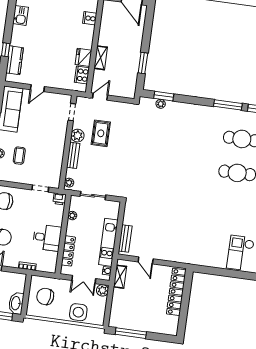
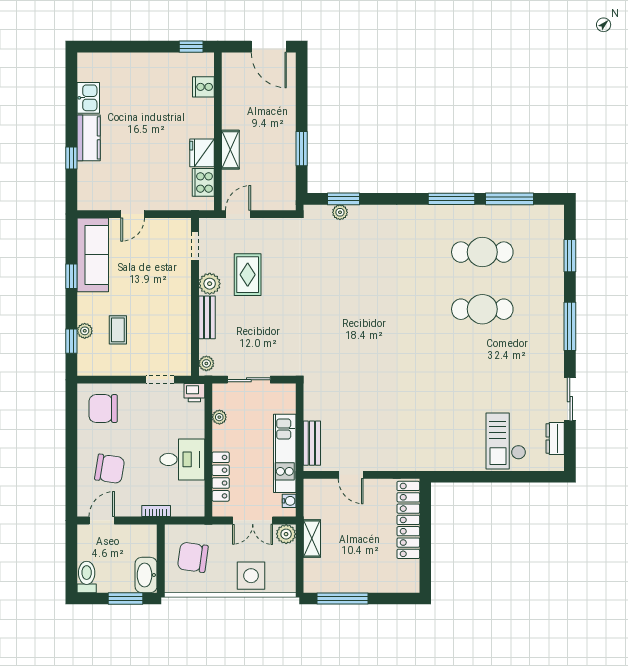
kitchen counter: (15, 60) -> (89, 138), moved
shelving: (120, 277) -> (312, 539), moved

